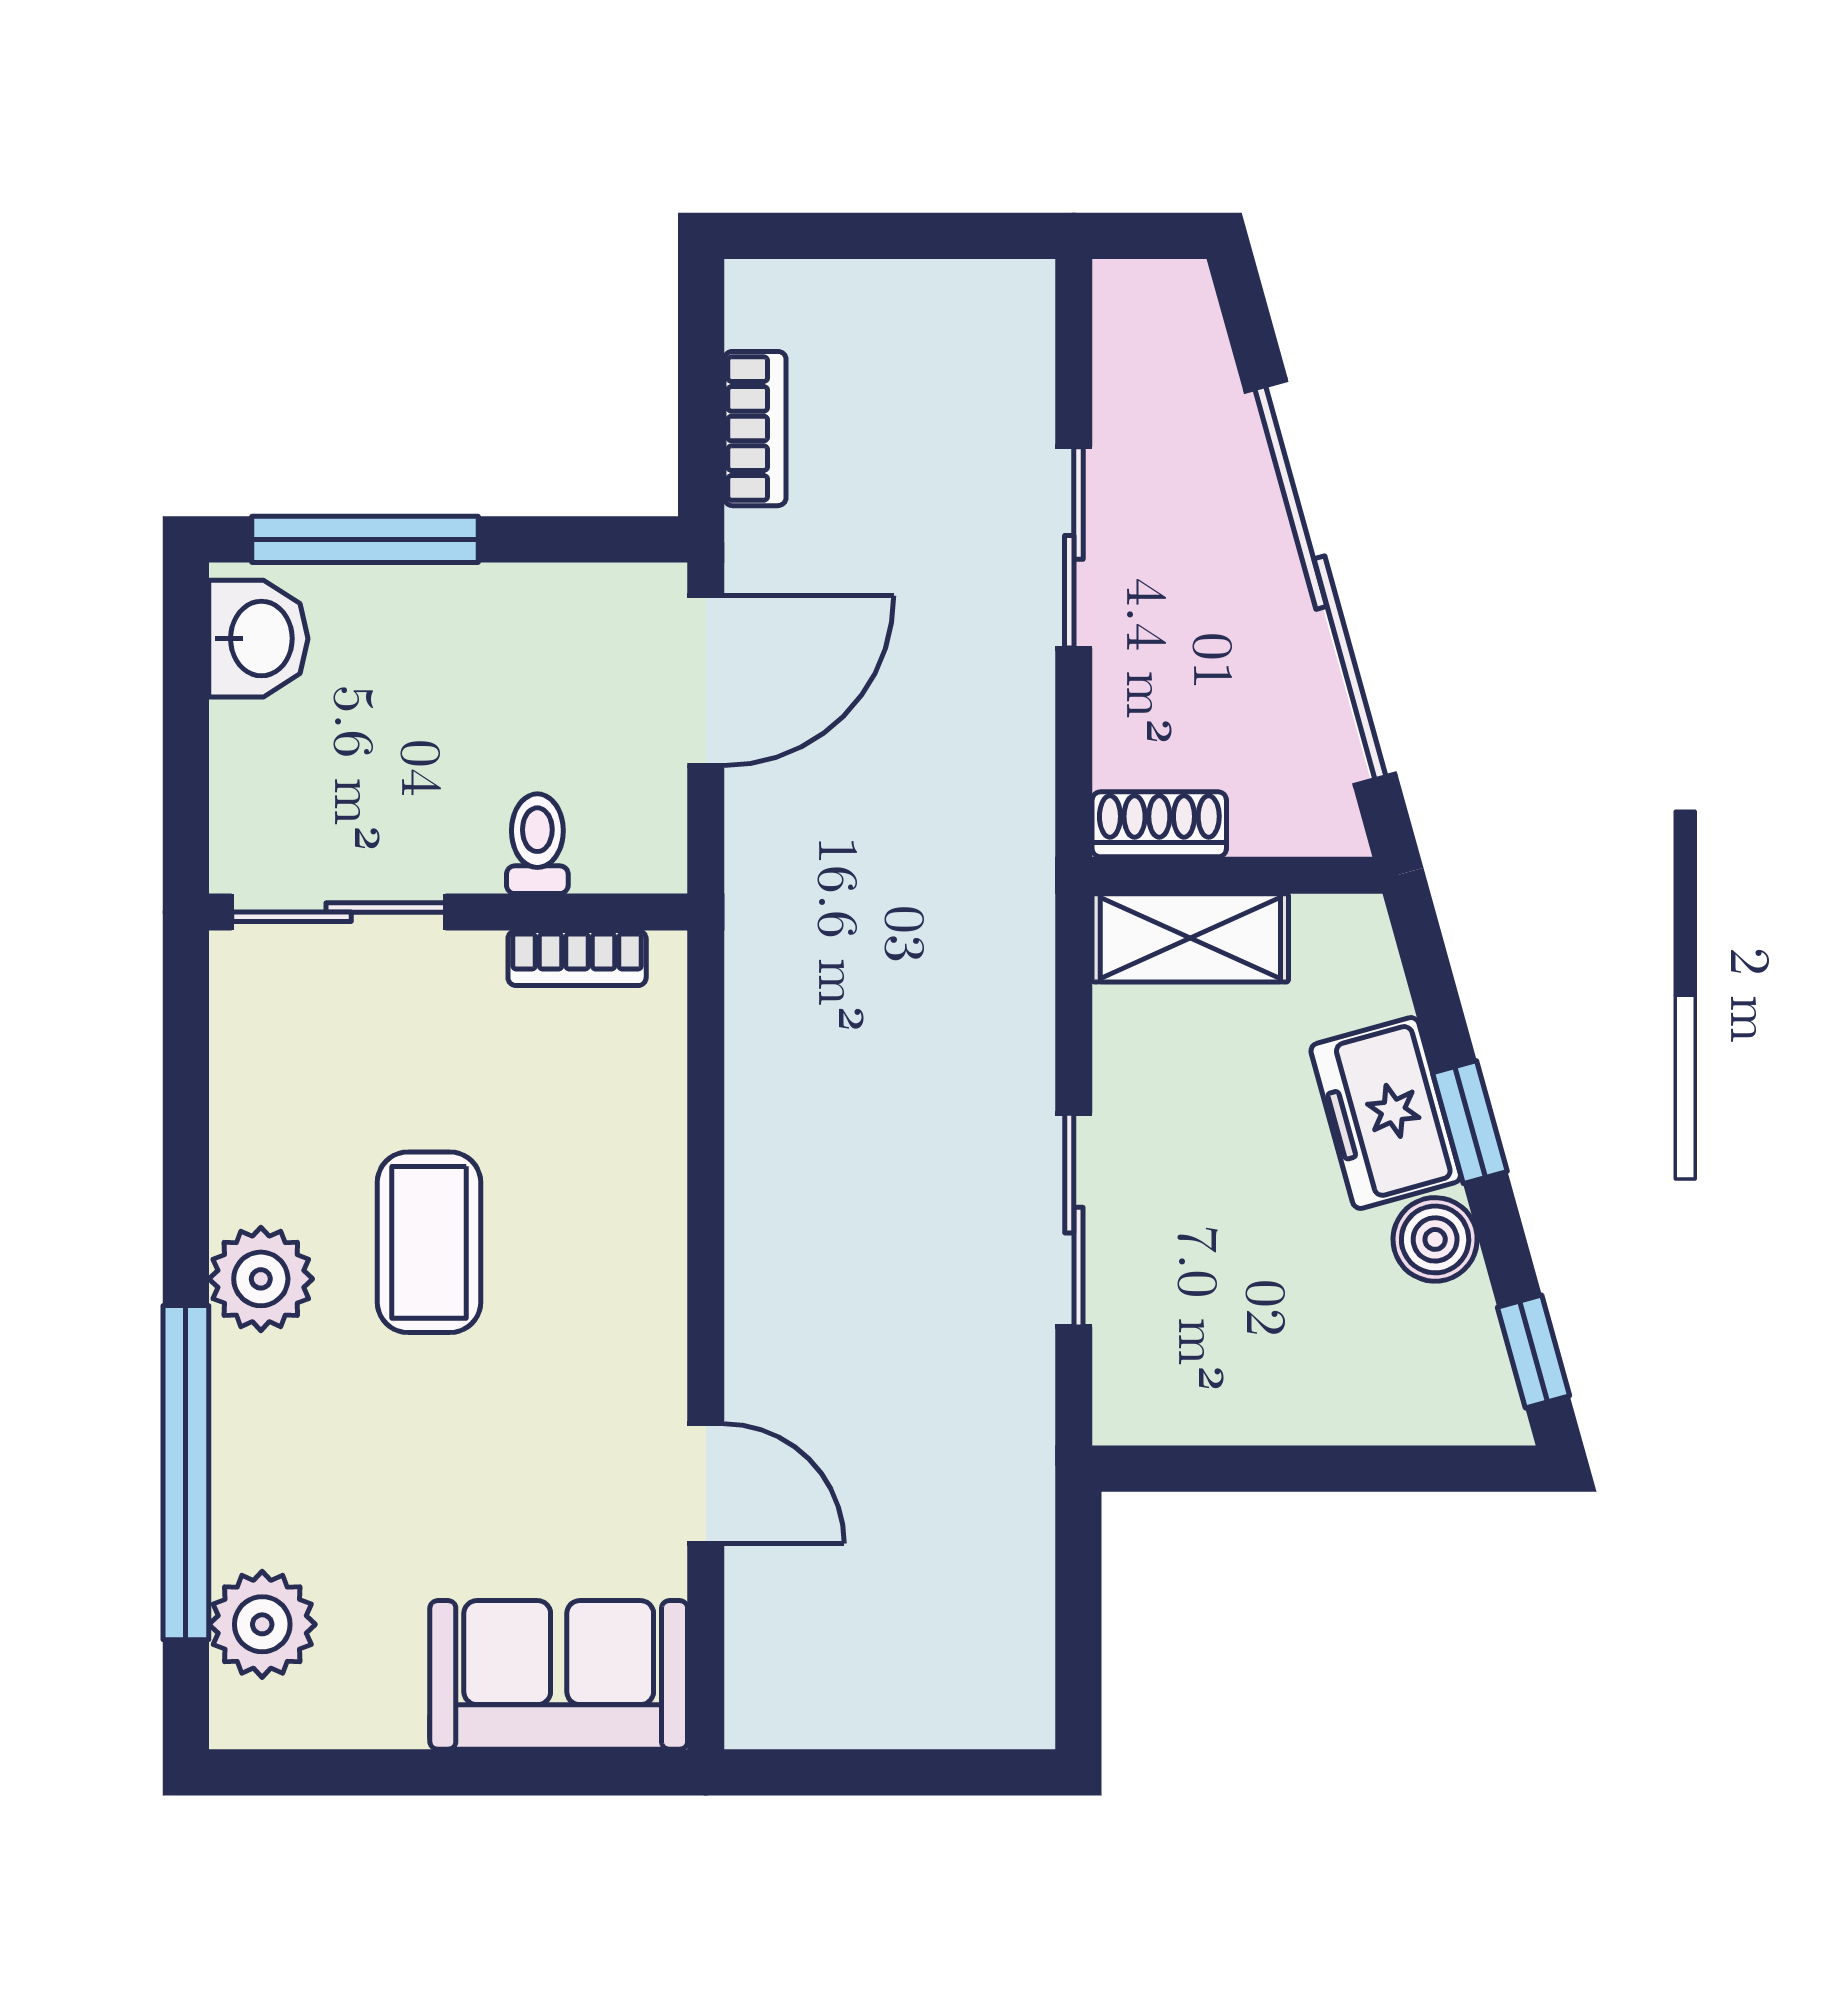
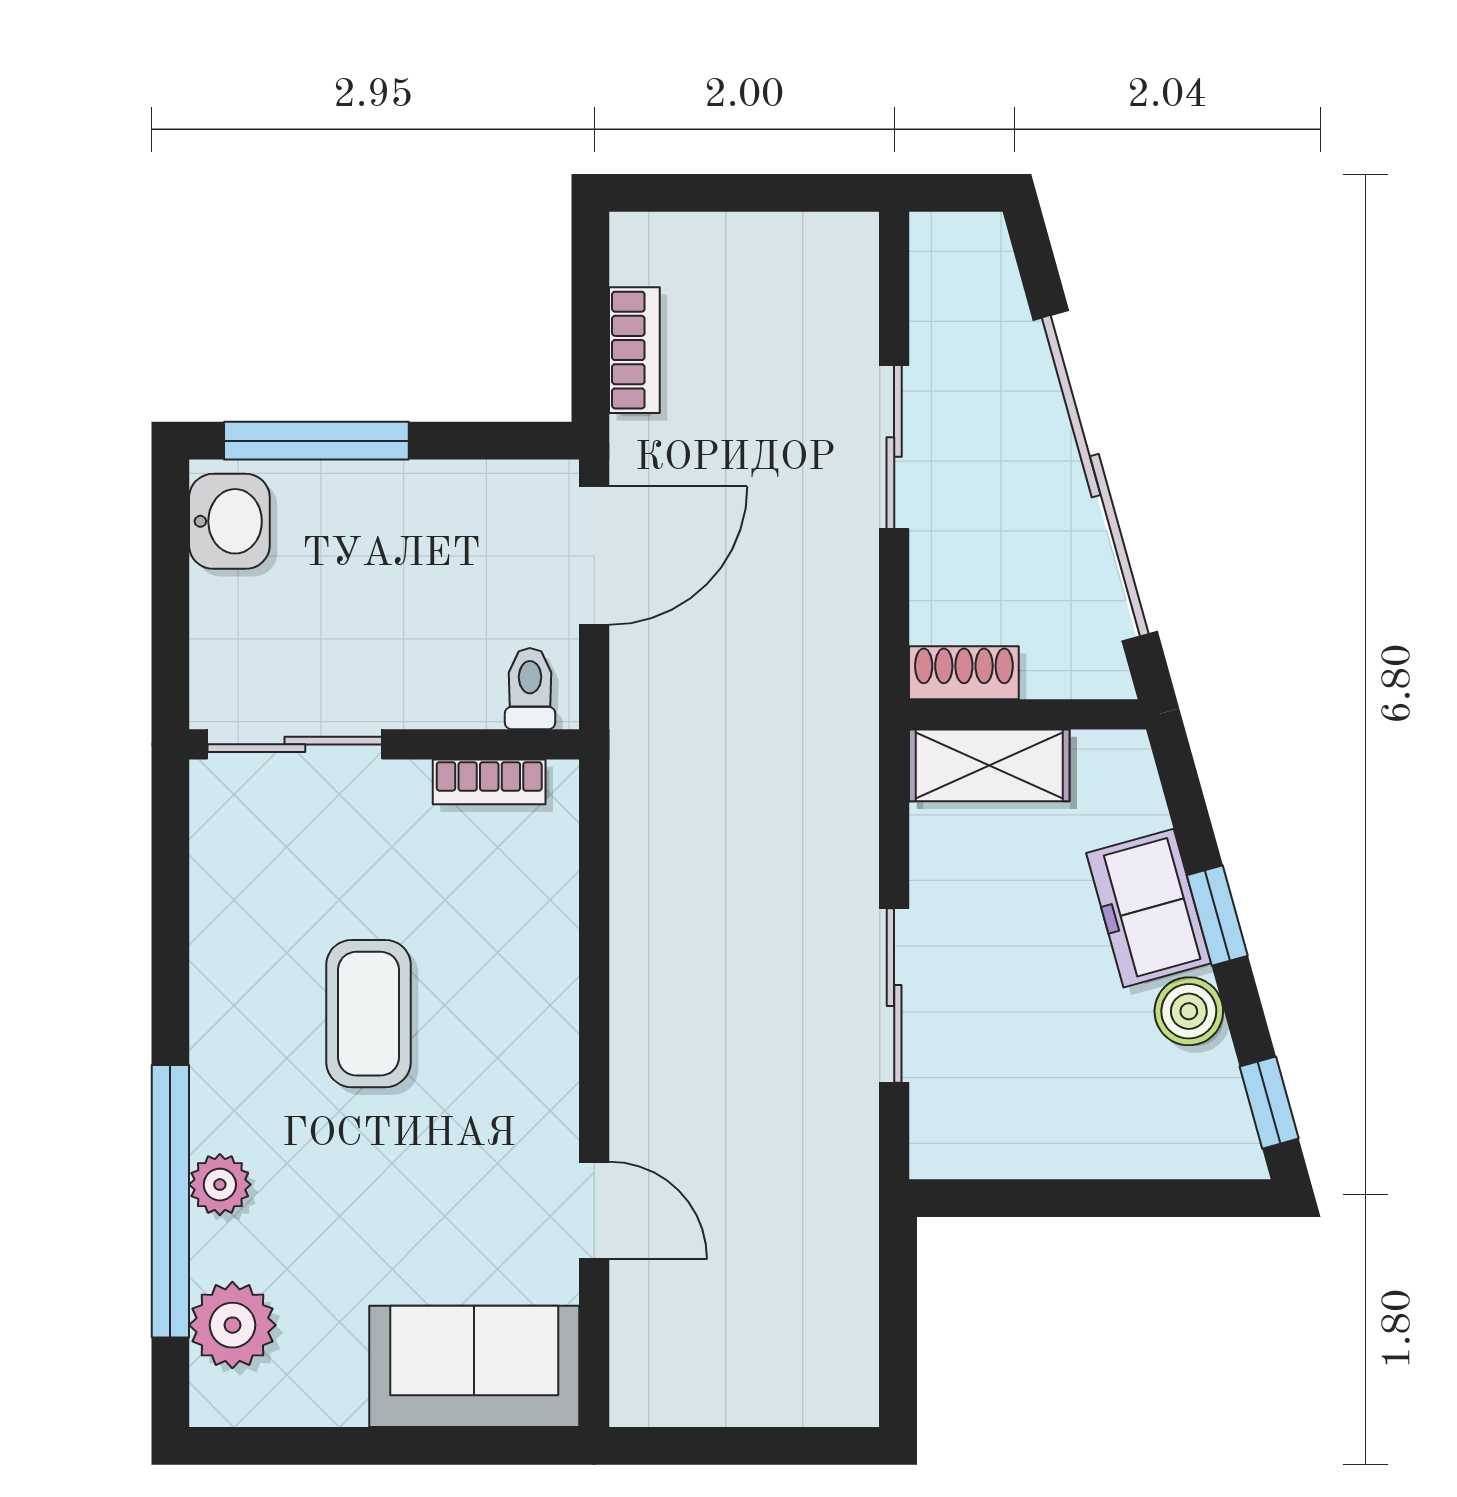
toilet: (537, 844) -> (530, 689), moved
plant: (261, 1279) -> (220, 1185), moved, width x0.73, depth x0.73

